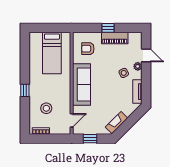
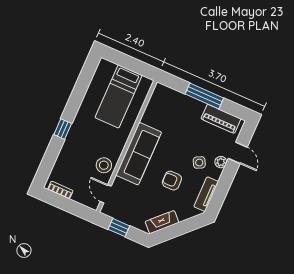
window: (108, 28) -> (204, 96), width x2.17
piano: (115, 38) -> (221, 119), moved
armchair: (88, 49) -> (172, 181), moved
stool: (46, 108) -> (104, 165), moved
door: (72, 120) -> (106, 194), swing flipped

